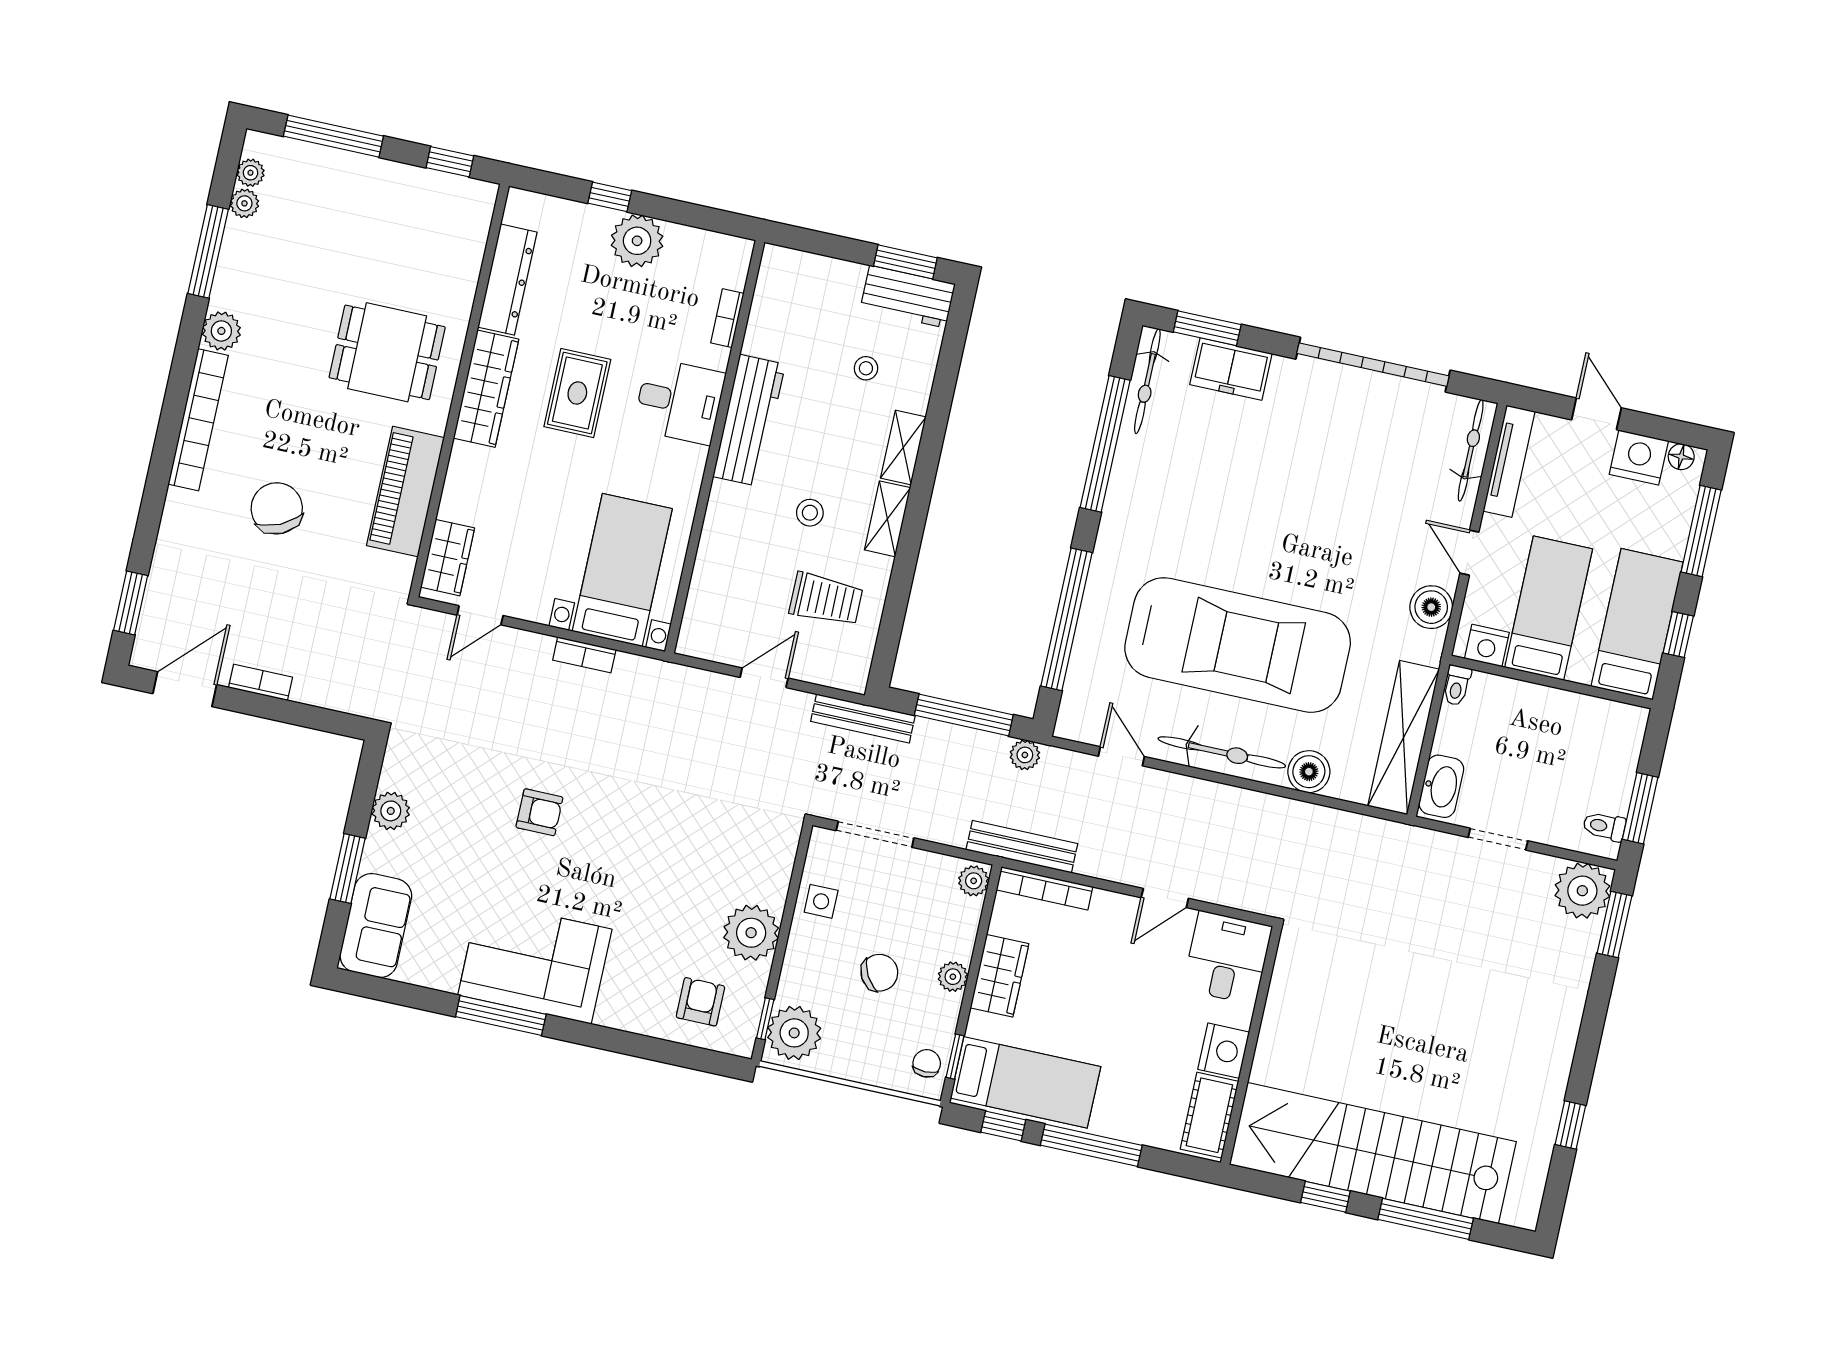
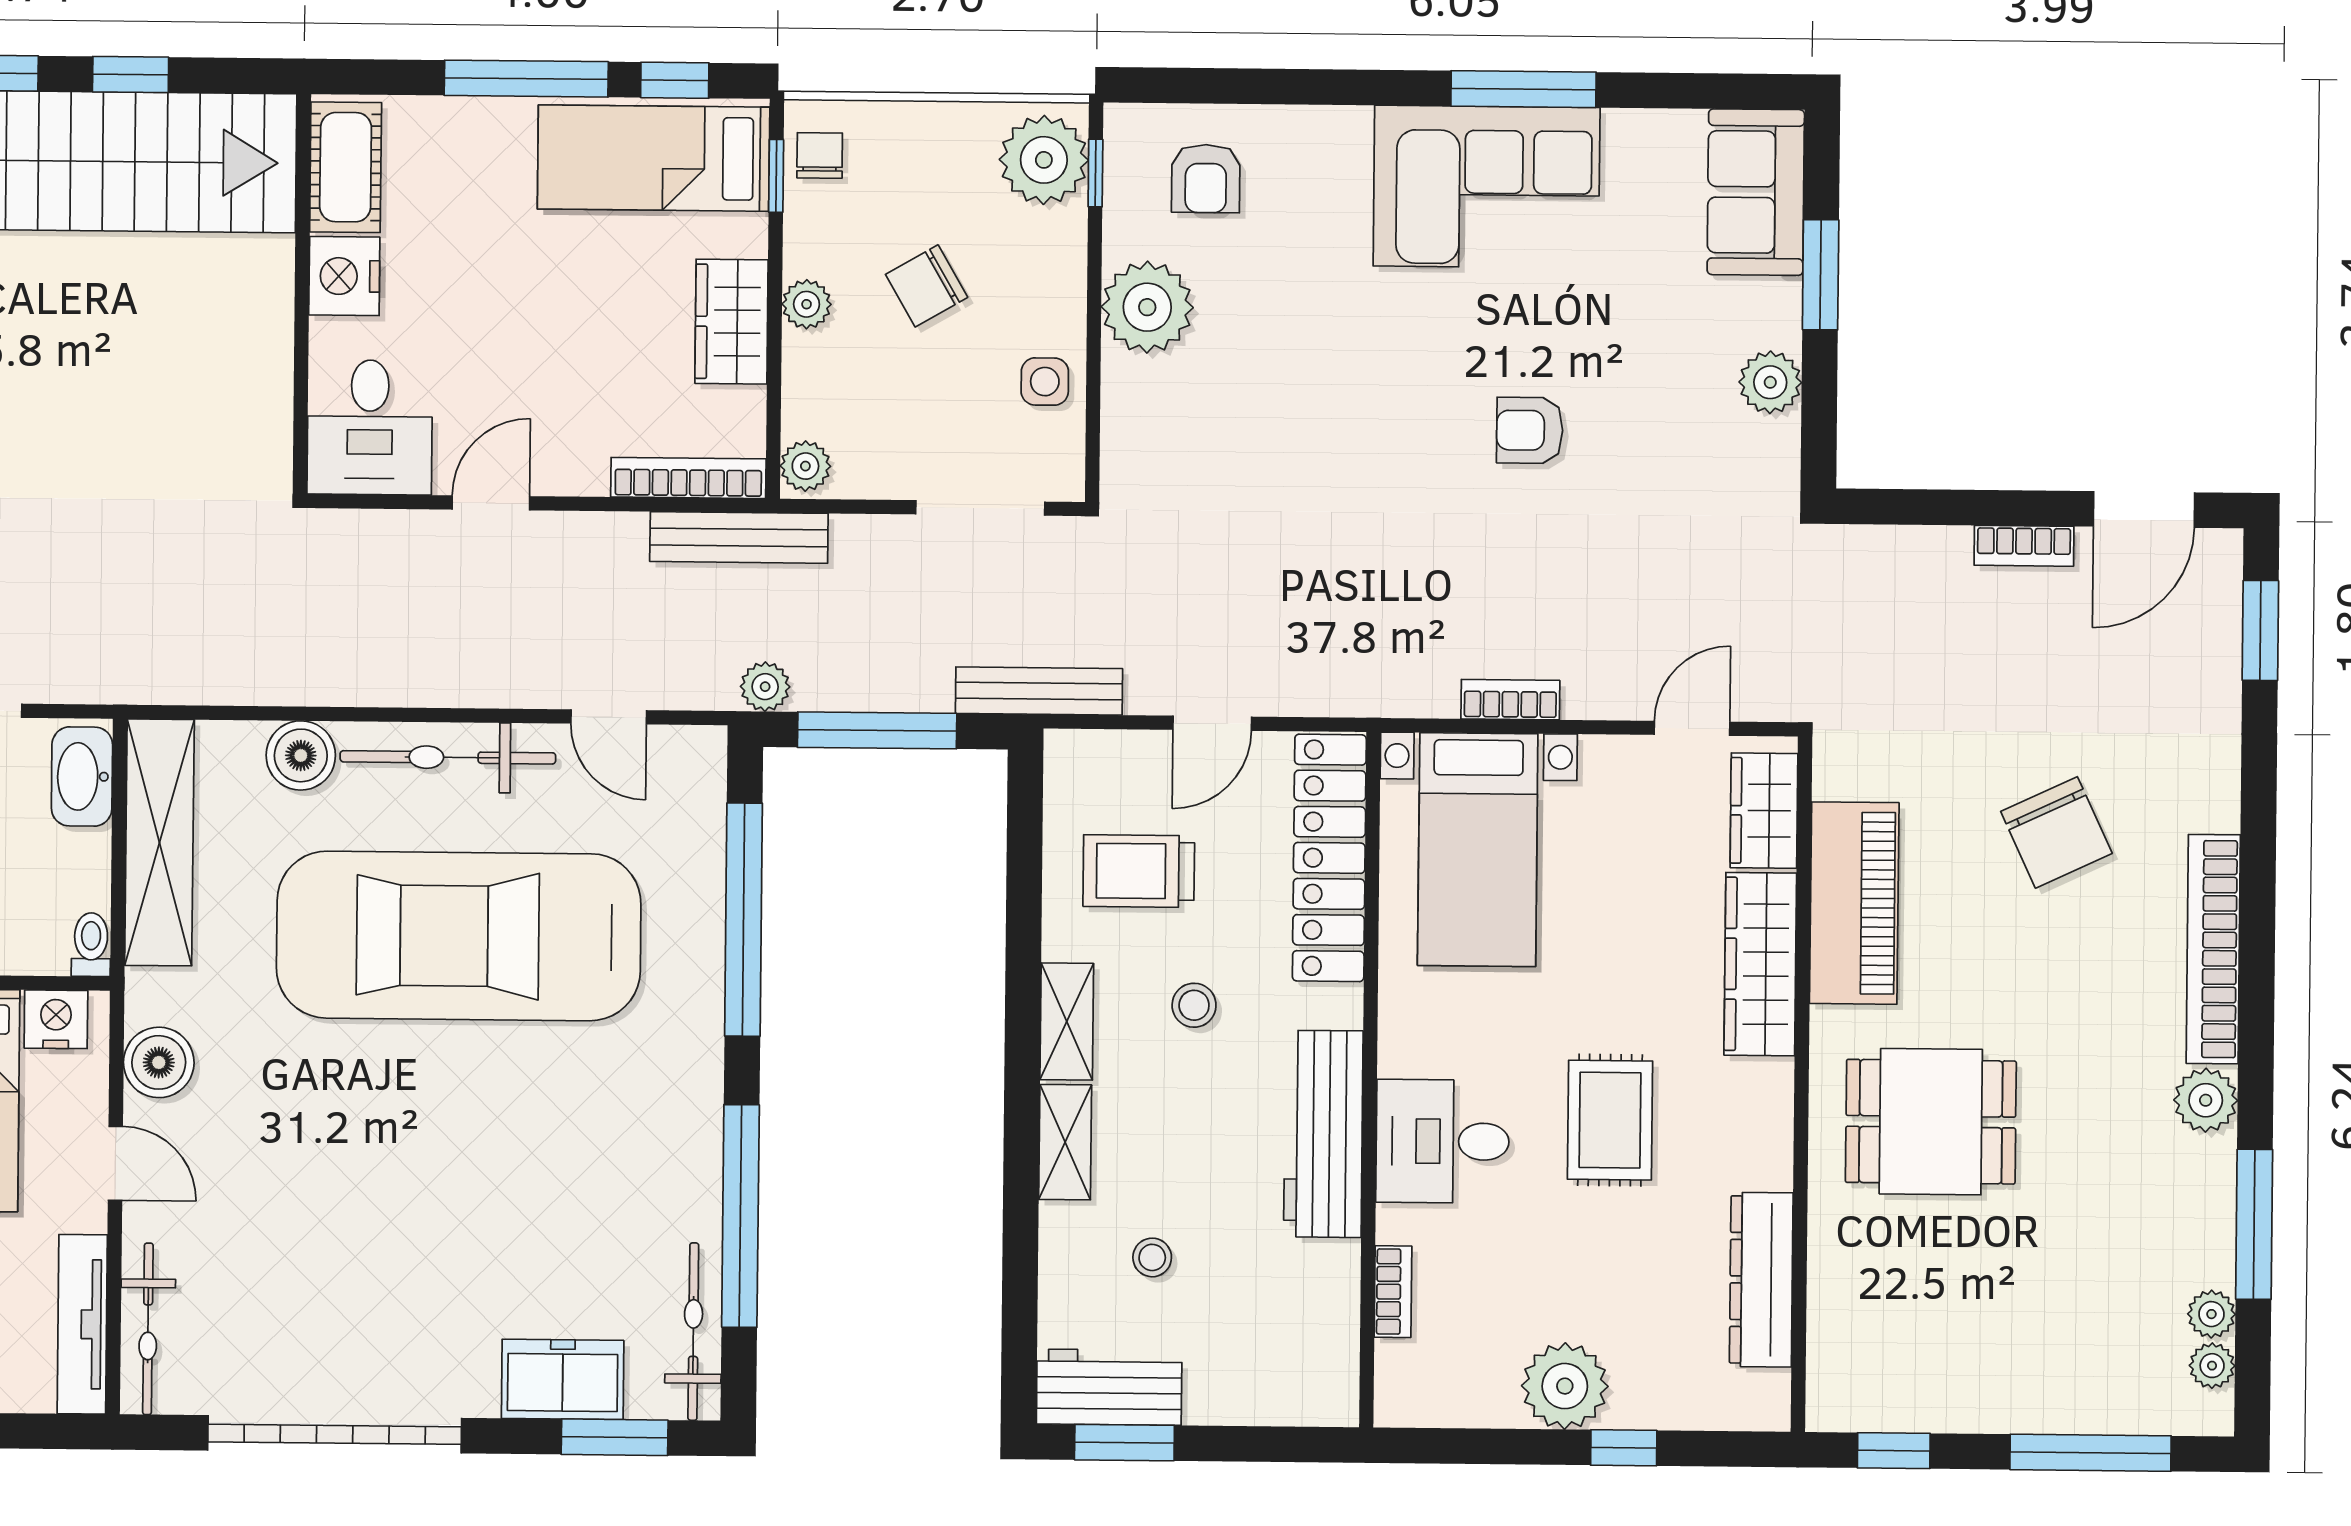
wardrobe: (486, 389) -> (1760, 964), moved
locker: (711, 583) -> (1329, 858), added
chair: (927, 1063) -> (820, 155), turned 180

